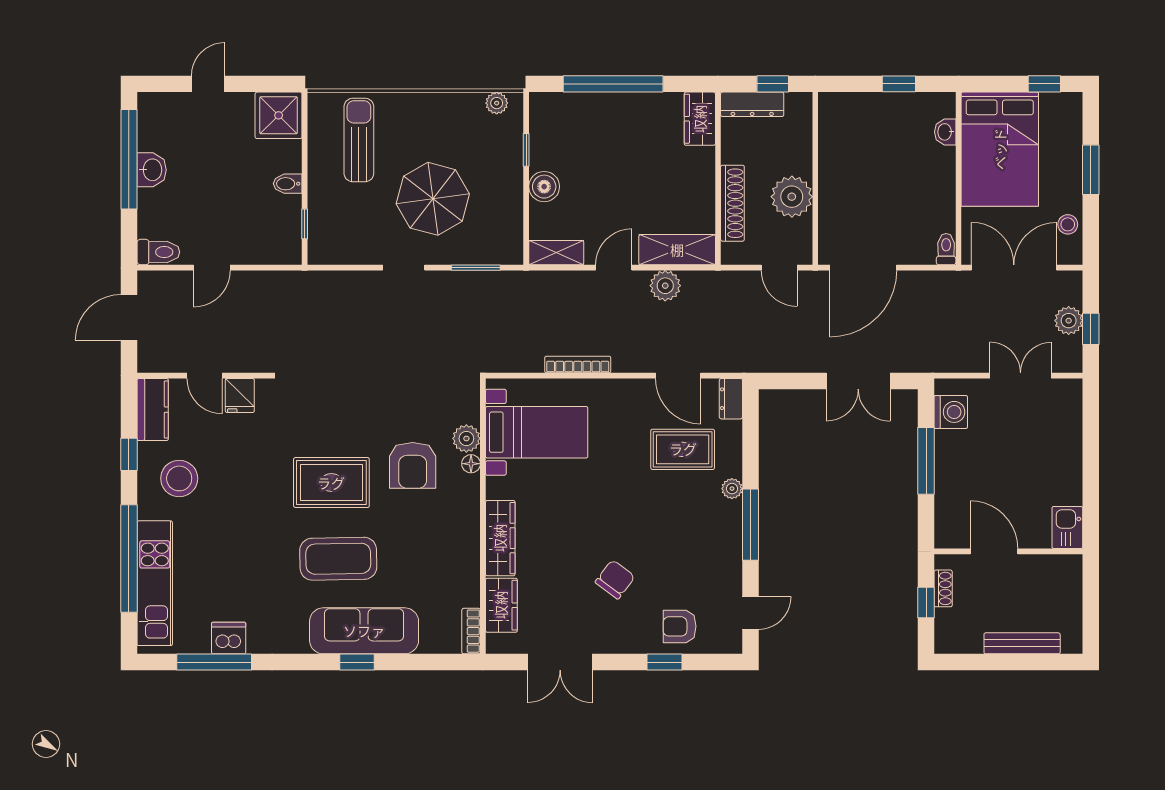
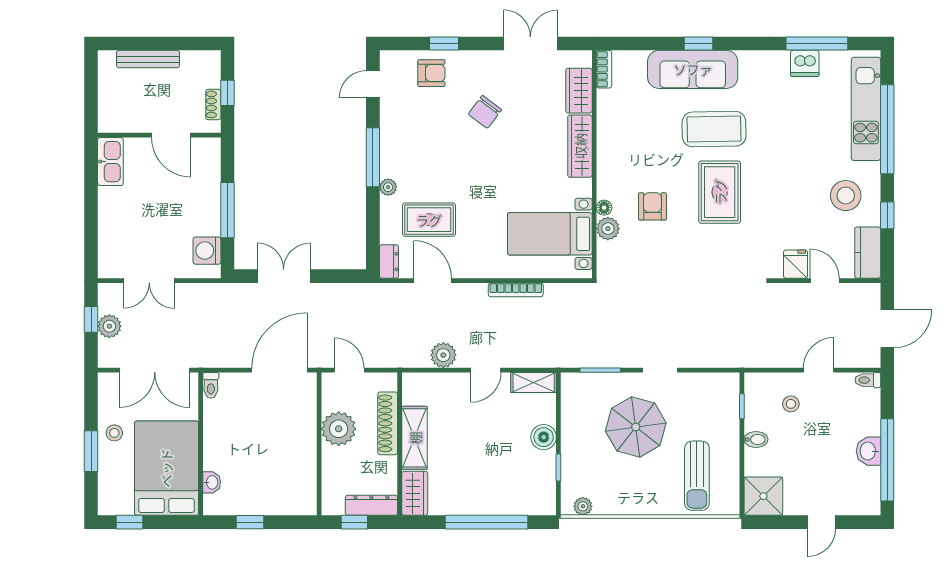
stool: (1068, 224) -> (114, 433), moved
stool: (245, 227) -> (791, 404), added
shelving: (677, 250) -> (415, 438), moved, turned 90
toilet: (158, 252) -> (868, 380), width x0.73, depth x0.72
armchair: (413, 465) -> (652, 206), width x0.72, depth x0.72
rug: (331, 483) -> (720, 192), turned 90
kitchen sink: (1067, 527) -> (110, 162), width x1.38

